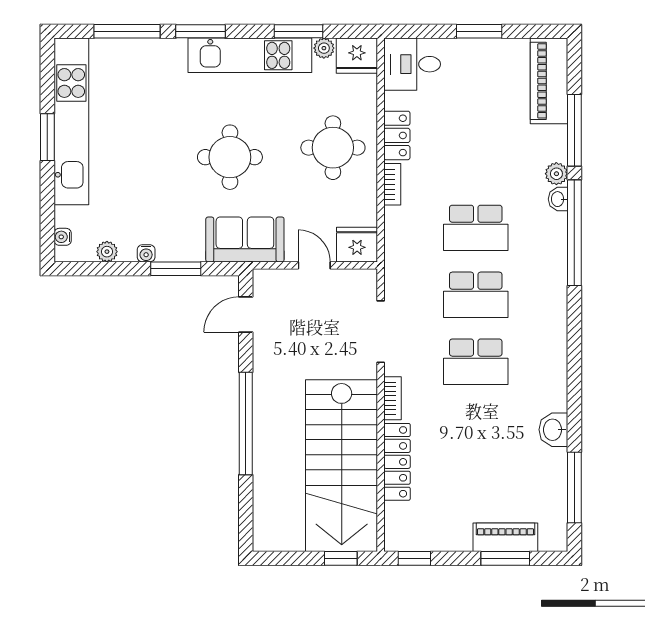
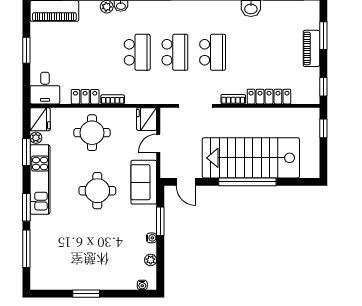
kitchen unit: (71, 121) -> (77, 280), removed
stairs: (342, 466) -> (251, 158), moved, turned 180
piano: (505, 537) -> (311, 48), moved

